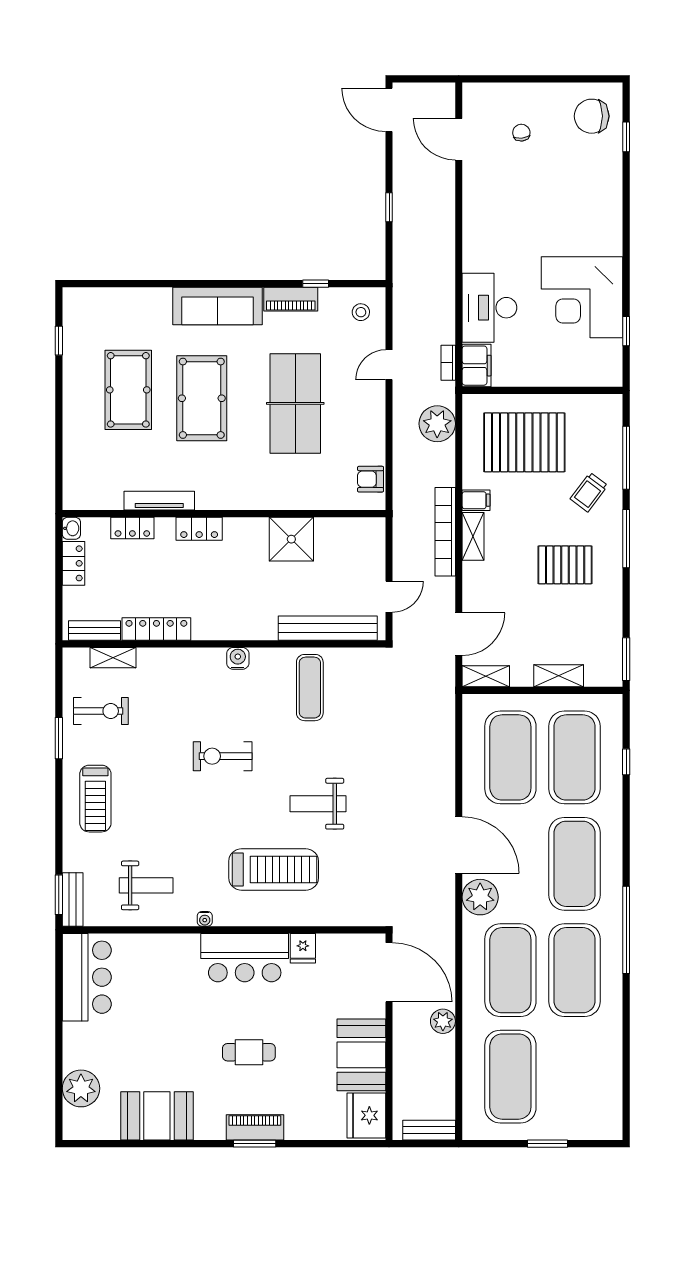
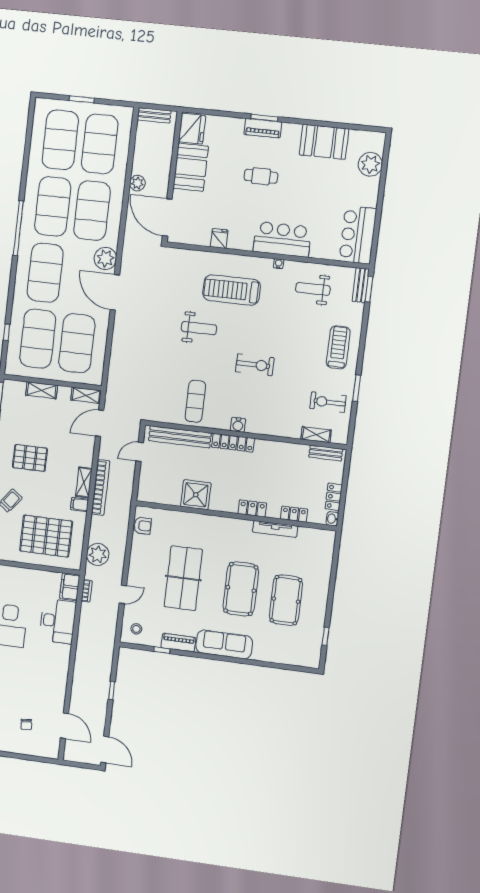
locker: (156, 629) -> (233, 443), moved
bar counter: (245, 958) -> (282, 239), moved
exercise mat: (574, 1077) -> (60, 140), added

